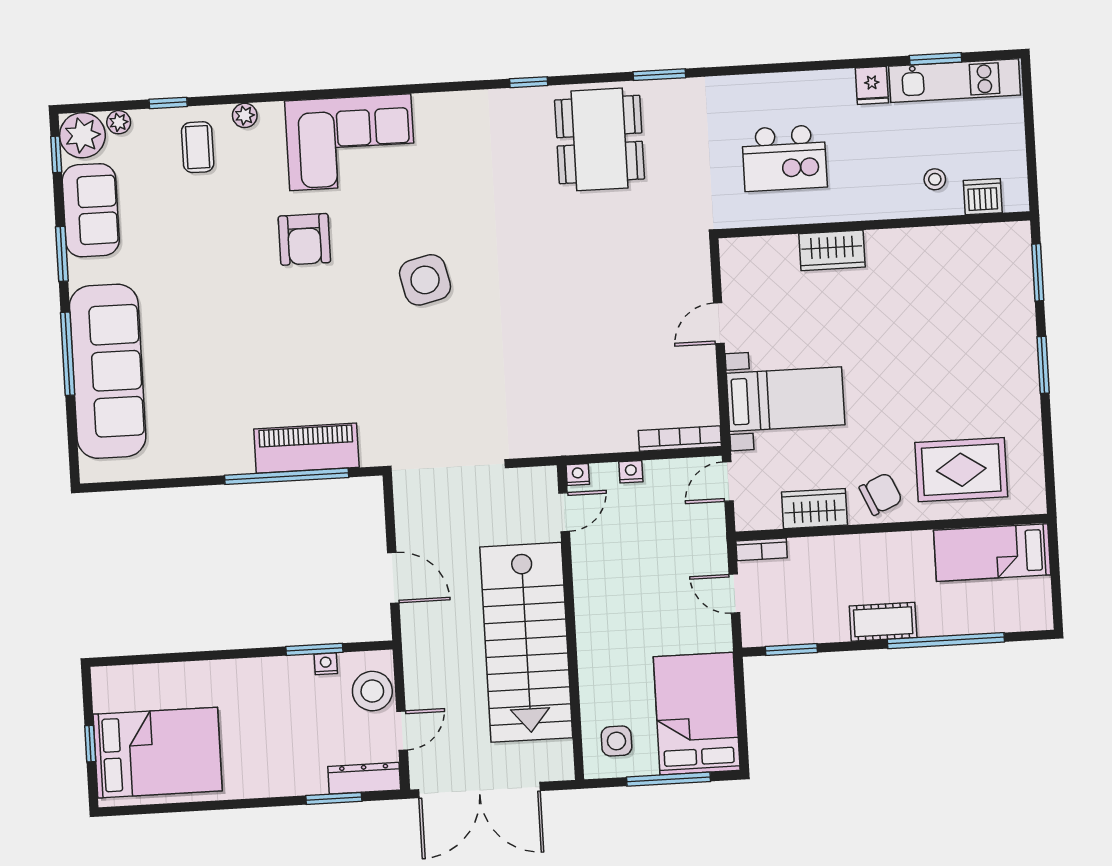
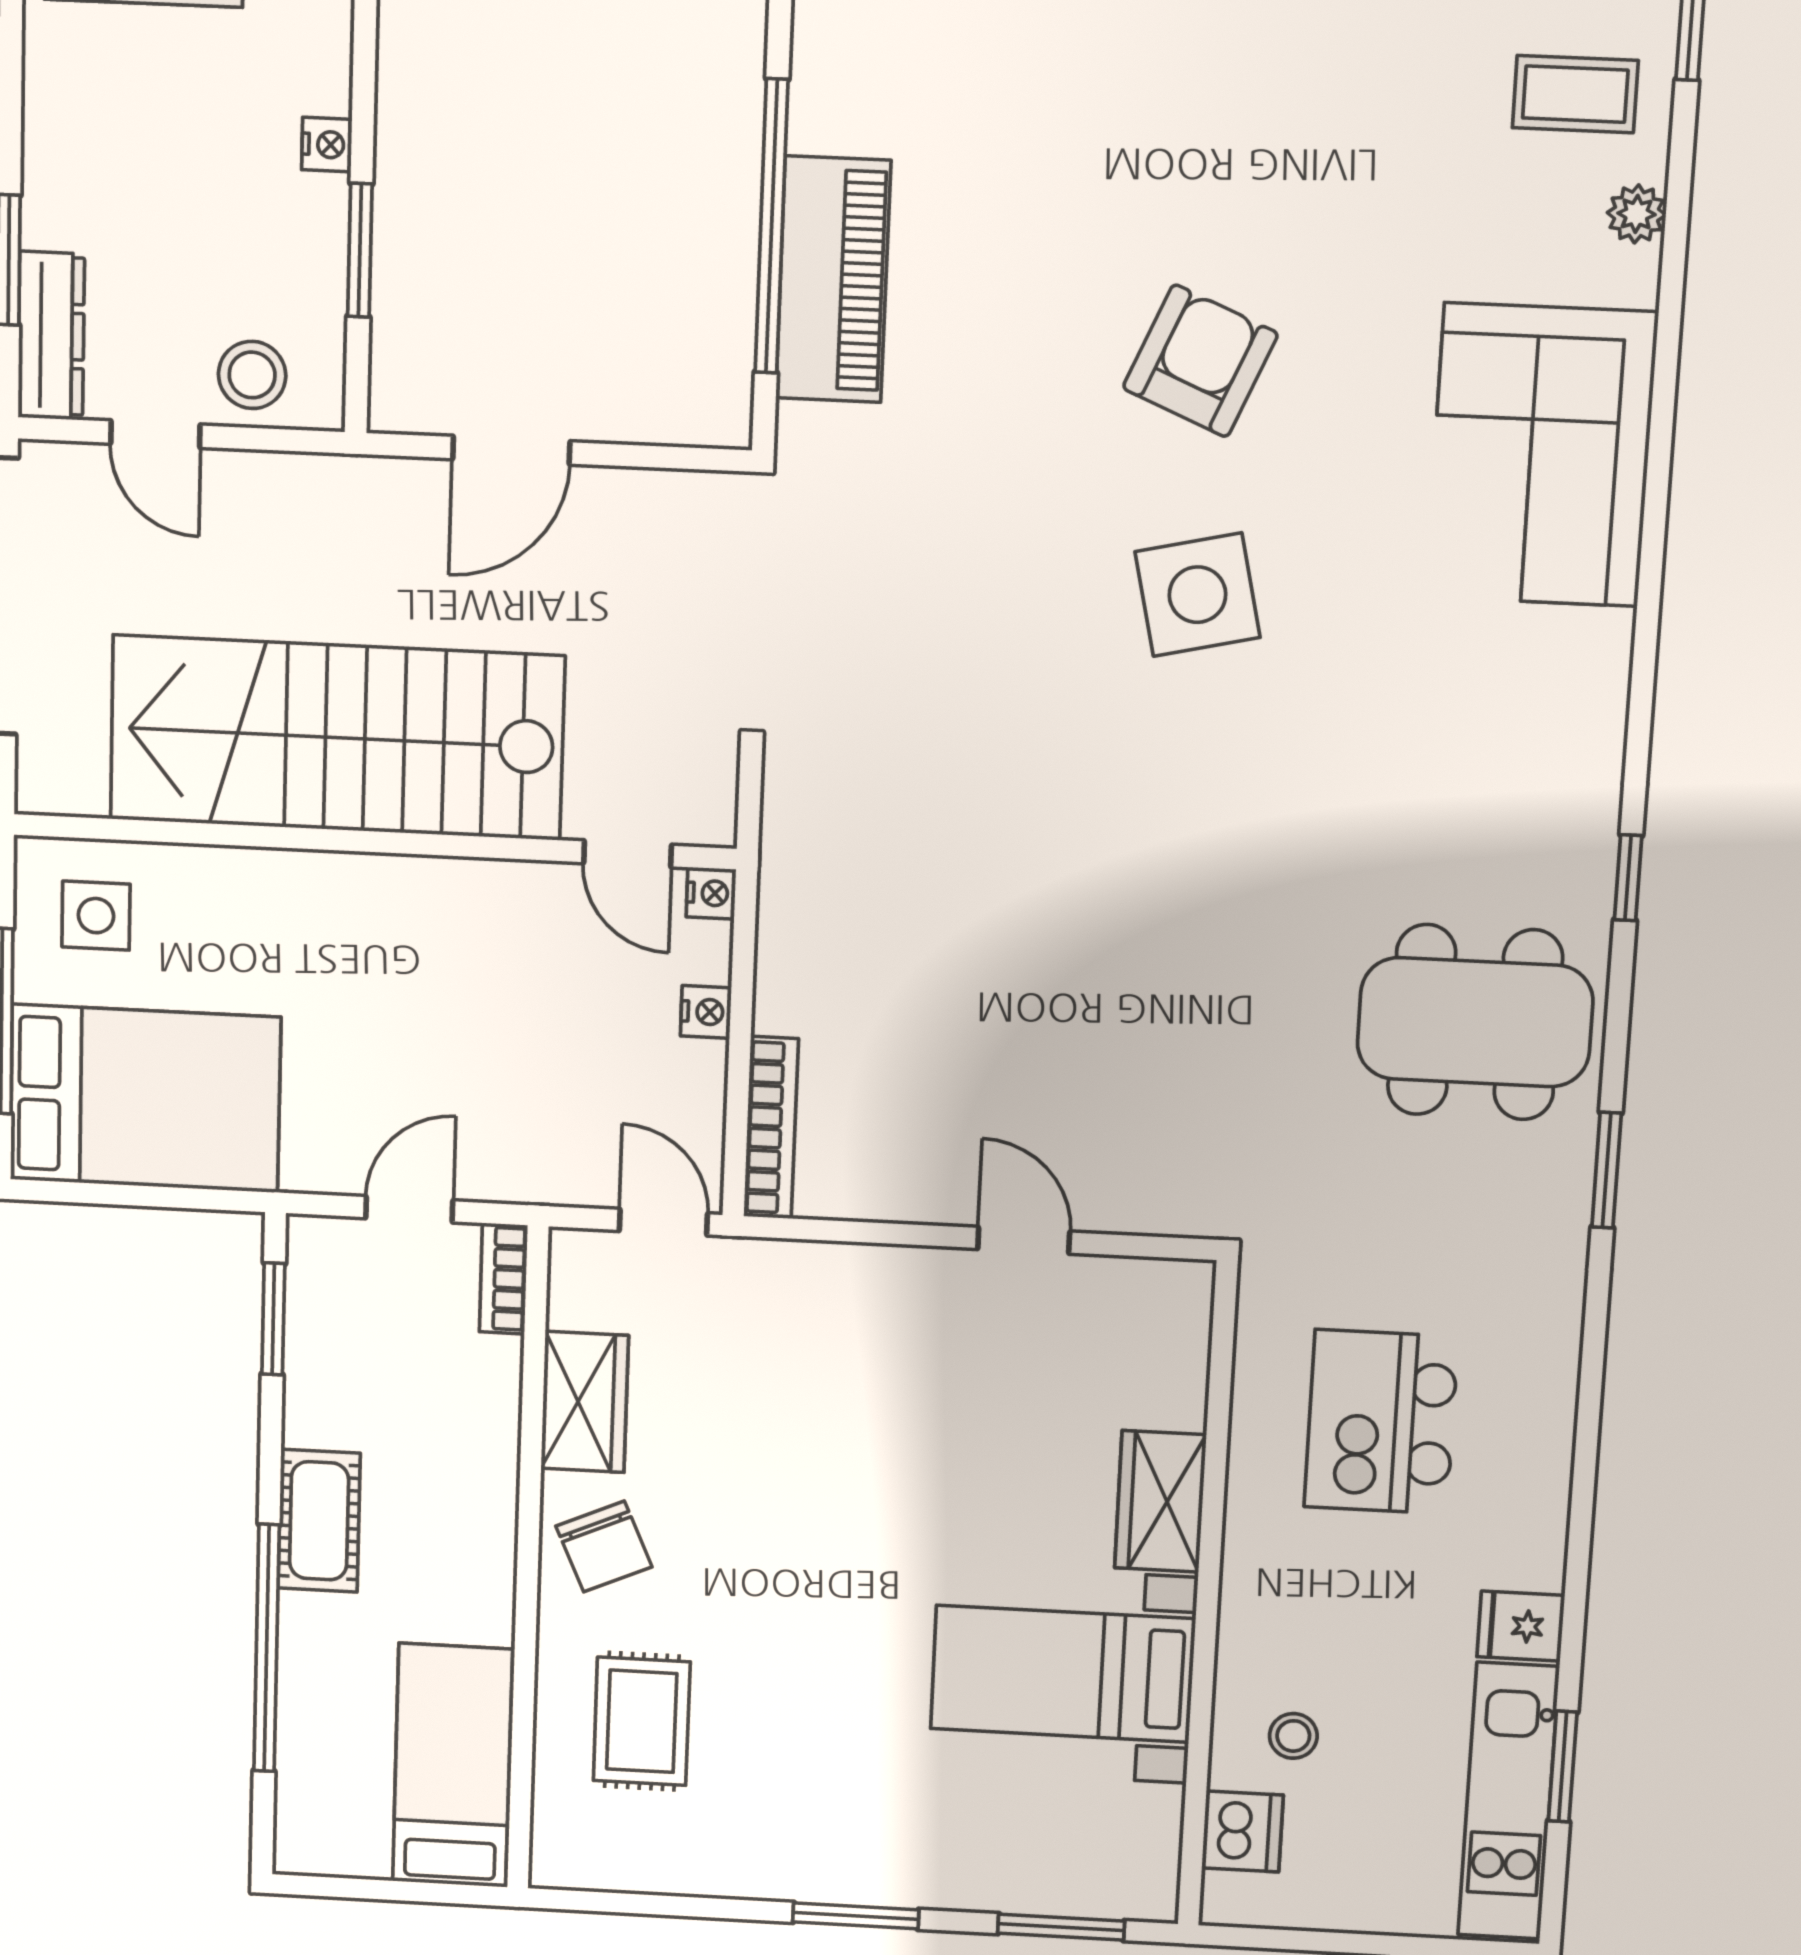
armchair: (304, 239) -> (1200, 361), moved, turned 113
bed with nightstands: (786, 399) -> (1063, 1674), moved, turned 90
rug: (961, 470) -> (642, 1721), width x0.73, depth x0.70
nightstand: (326, 664) -> (327, 145), moved
stool: (372, 691) -> (252, 375), width x0.73, depth x0.73

